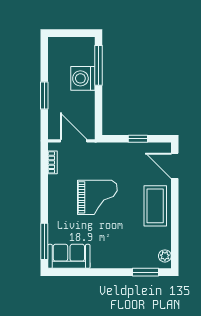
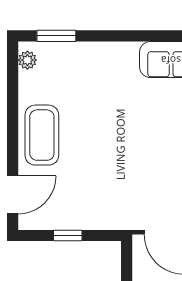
door: (175, 166) -> (13, 195), hinge flipped
grand piano: (97, 197) -> (128, 148), removed

